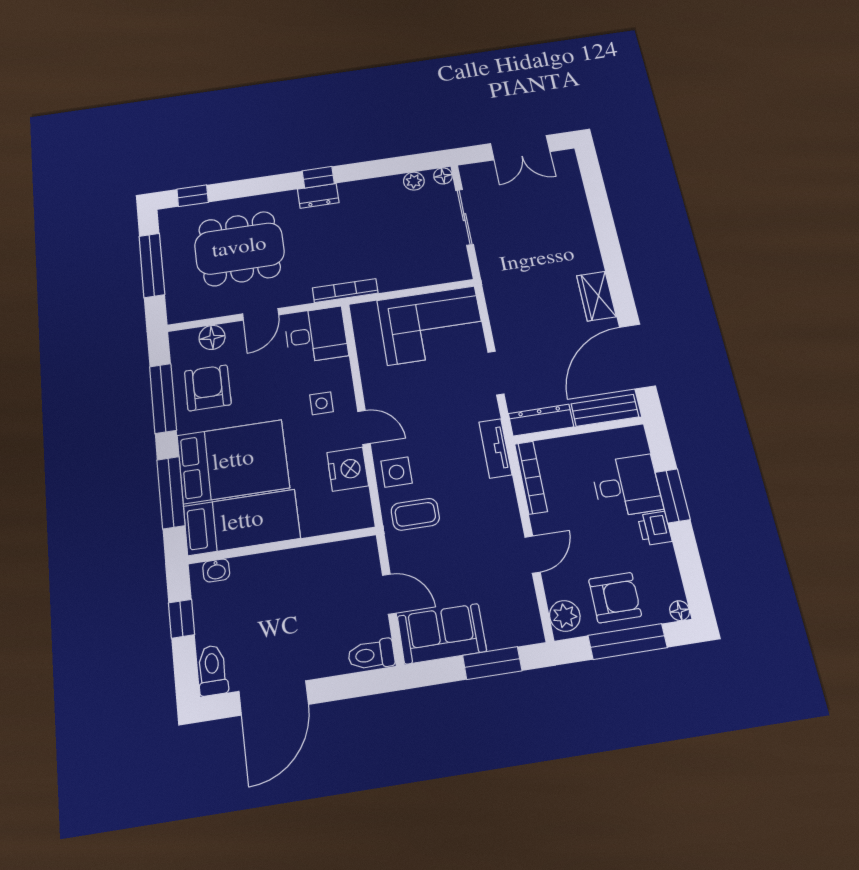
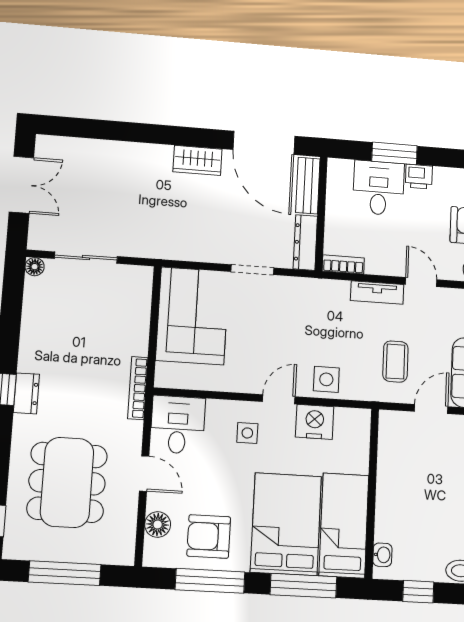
plant: (414, 181) -> (33, 296), removed
tv unit: (495, 448) -> (377, 292), moved
bookcase: (531, 477) -> (343, 264), width x0.64
coffee table: (415, 514) -> (395, 362), moved

